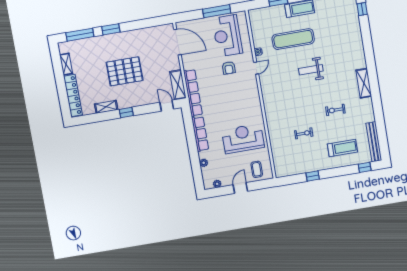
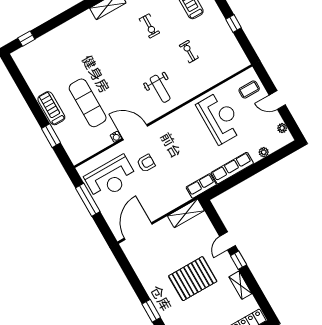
door: (256, 68) -> (135, 132), width x1.87
weight bench: (311, 70) -> (160, 89), moved
pallet: (125, 71) -> (193, 279), turned 90
row of seats: (193, 93) -> (201, 186), width x0.50
door: (167, 106) -> (228, 241), moved
reception desk: (243, 139) -> (220, 118), turned 180

